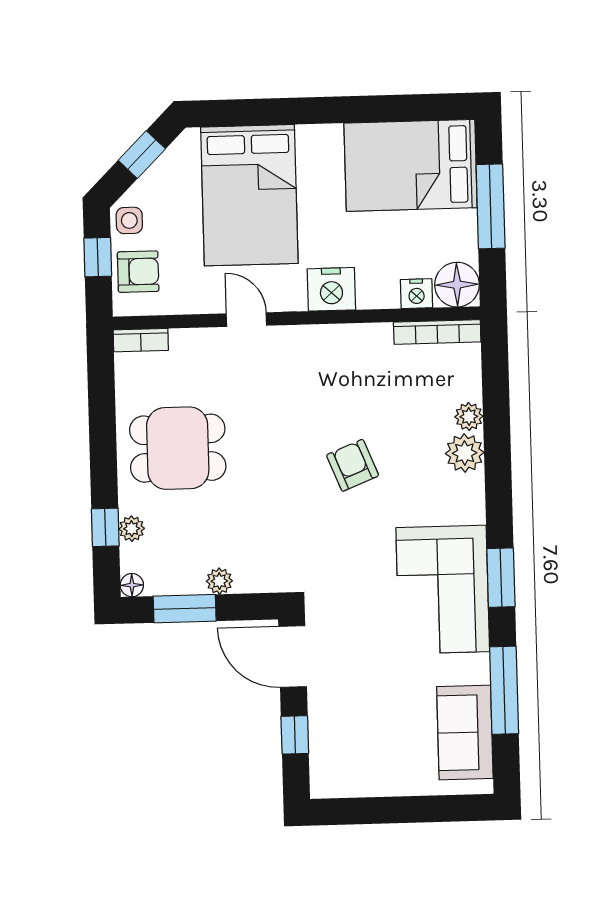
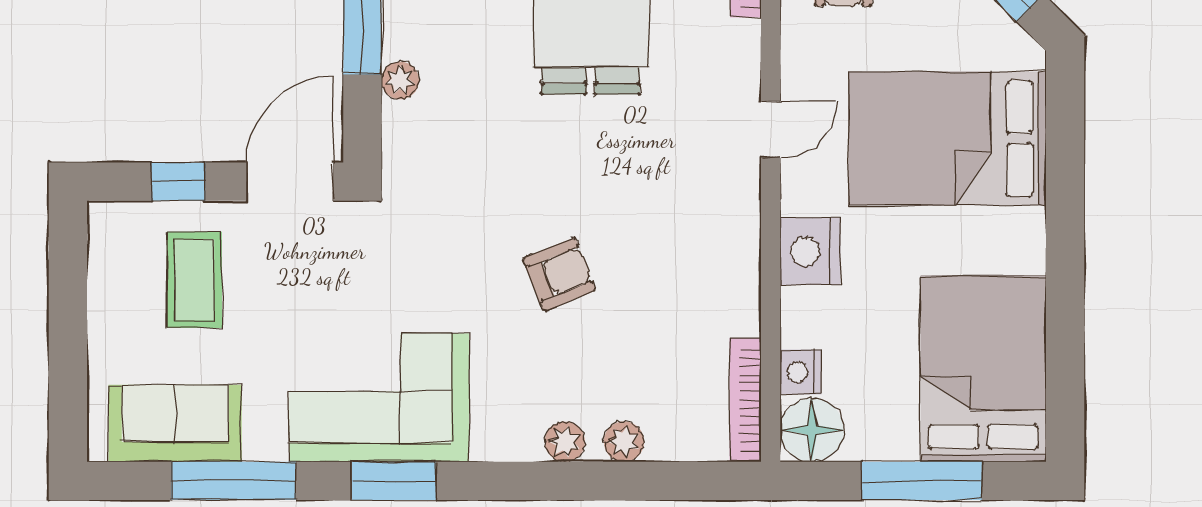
plant: (465, 453) -> (565, 442), width x0.73, depth x0.73
coffee table: (364, 722) -> (194, 280), added

